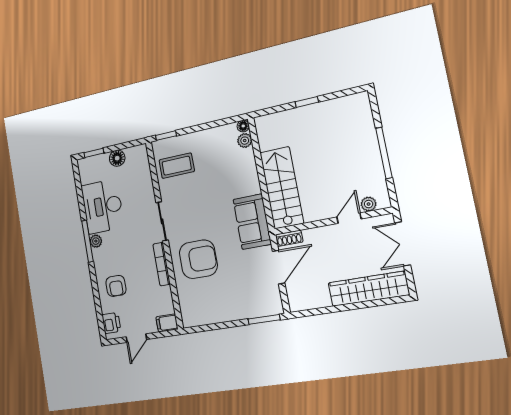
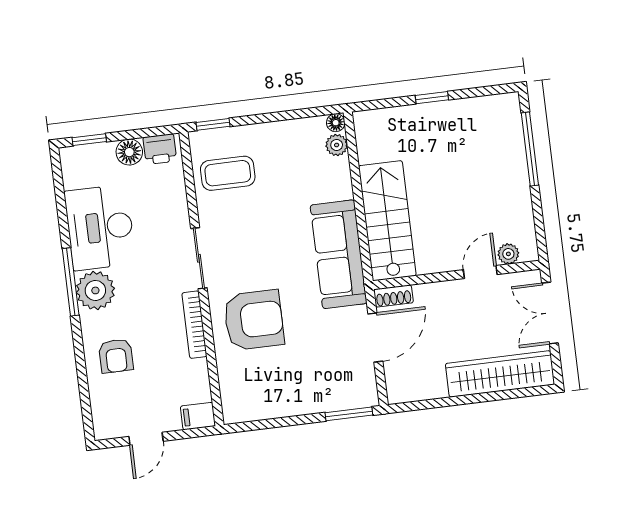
window: (384, 153) -> (530, 149), moved
sofa: (252, 222) -> (339, 254), width x1.36
plant: (96, 241) -> (95, 290), width x1.88, depth x1.88
printer: (111, 323) -> (160, 149), moved, turned 90

